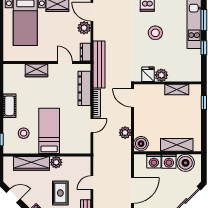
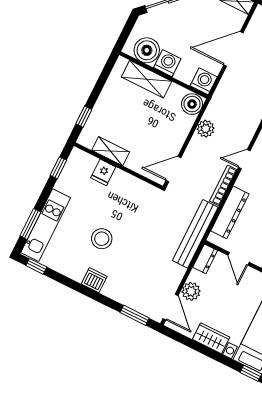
window: (204, 48) -> (58, 168), moved
fridge: (148, 74) -> (103, 172), moved
plant: (161, 75) -> (121, 180), removed
door: (132, 98) -> (173, 169), swing flipped
washing machine: (154, 161) -> (204, 81), moved

